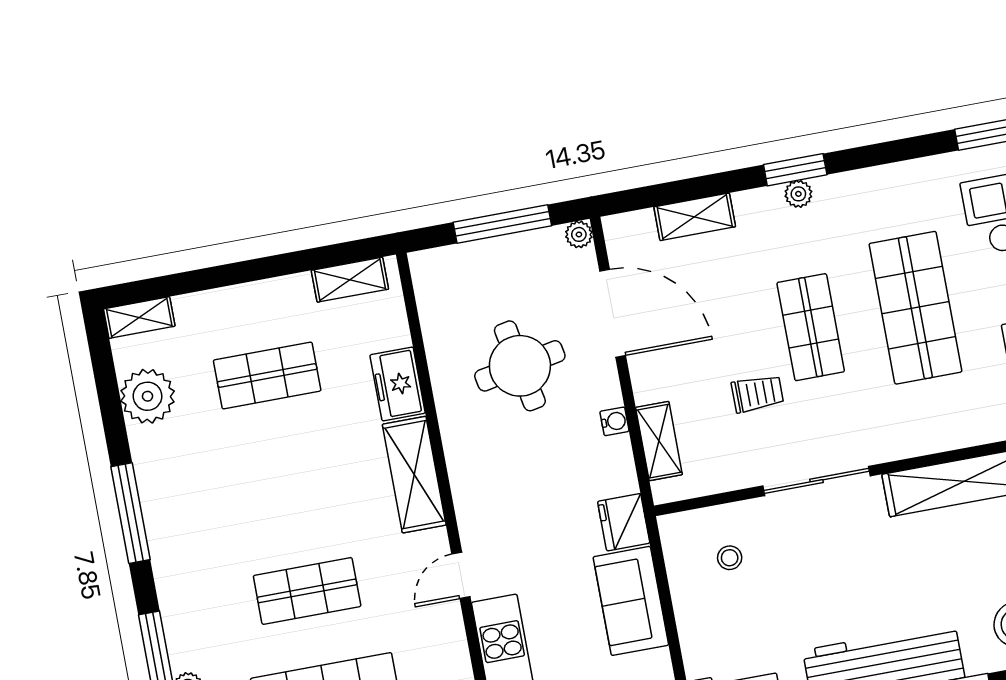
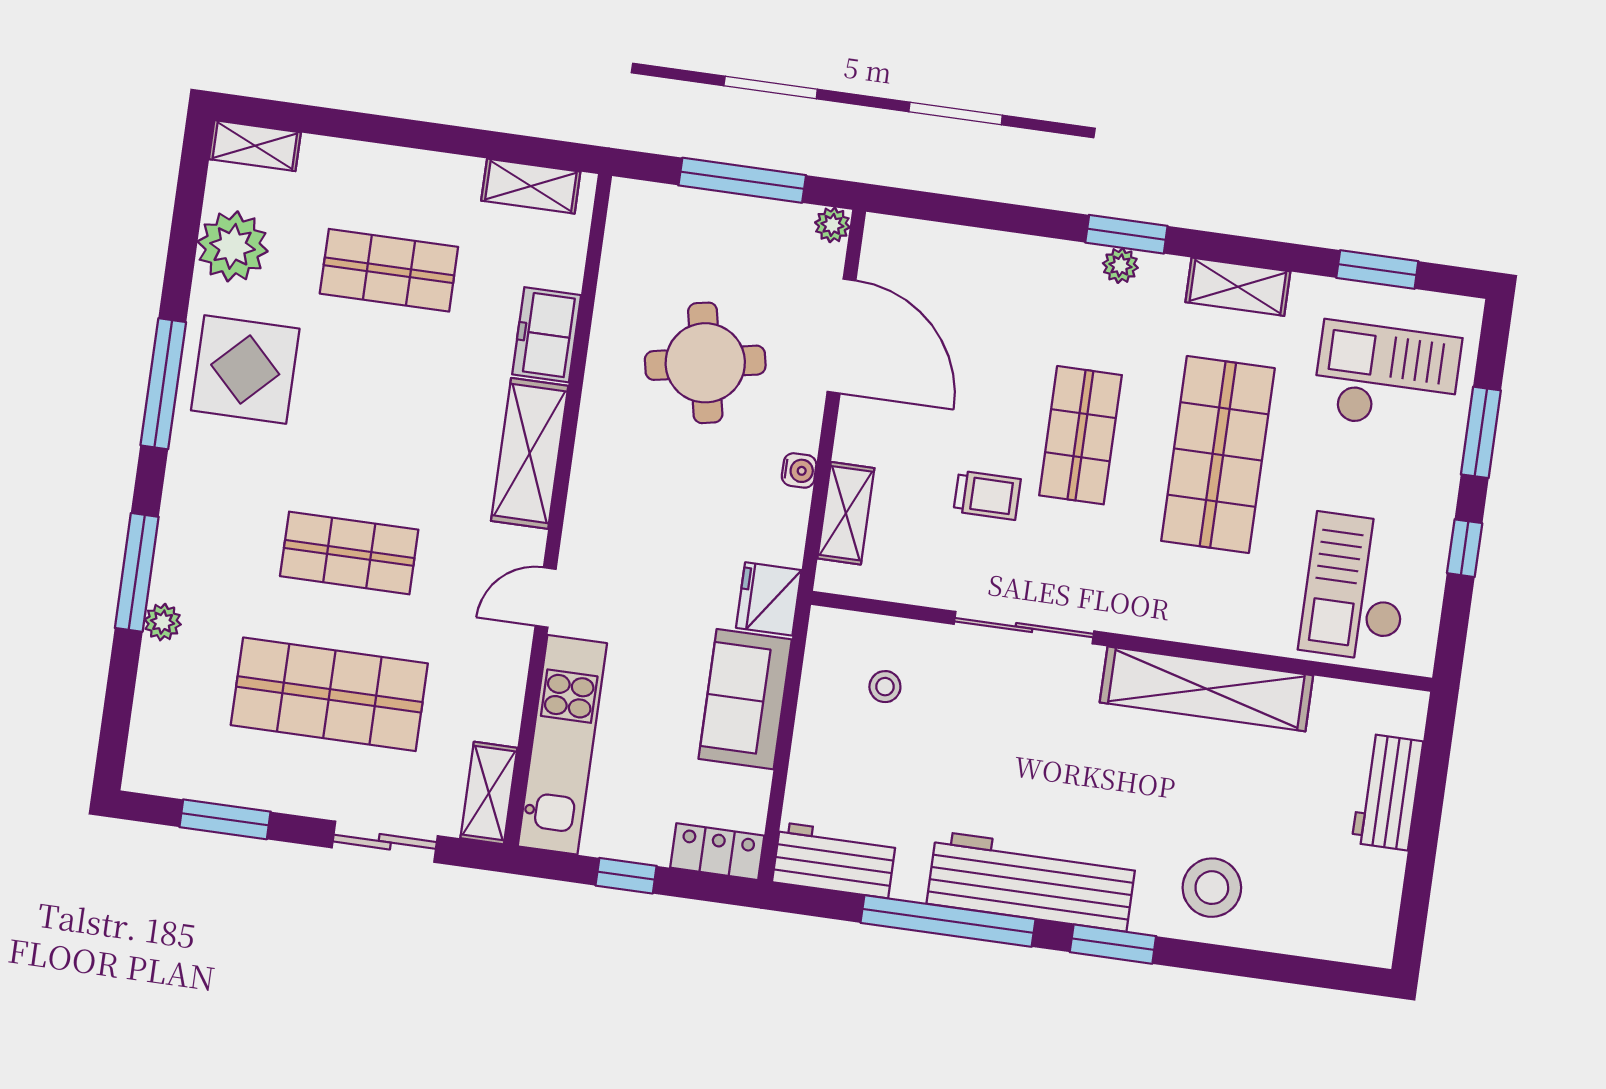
shelving: (695, 217) -> (1238, 287), moved
display table: (187, 483) -> (245, 369), added

